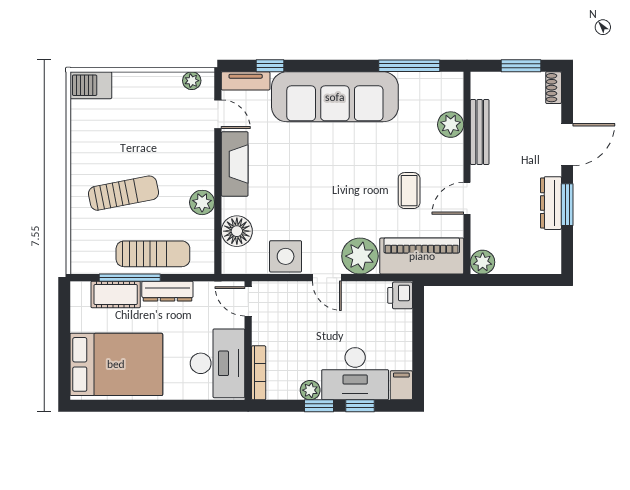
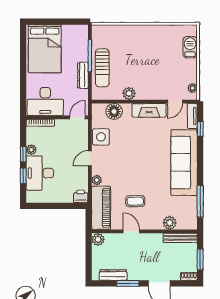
barbecue: (91, 85) -> (190, 47), moved
bench: (480, 132) -> (180, 238), moved
sun lounger: (123, 193) -> (134, 52), removed
dresser: (551, 203) -> (113, 275), moved
plant: (360, 256) -> (97, 180), width x0.53, depth x0.53
cot: (116, 295) -> (81, 48), removed
filing cabinet: (401, 385) -> (34, 197), removed

